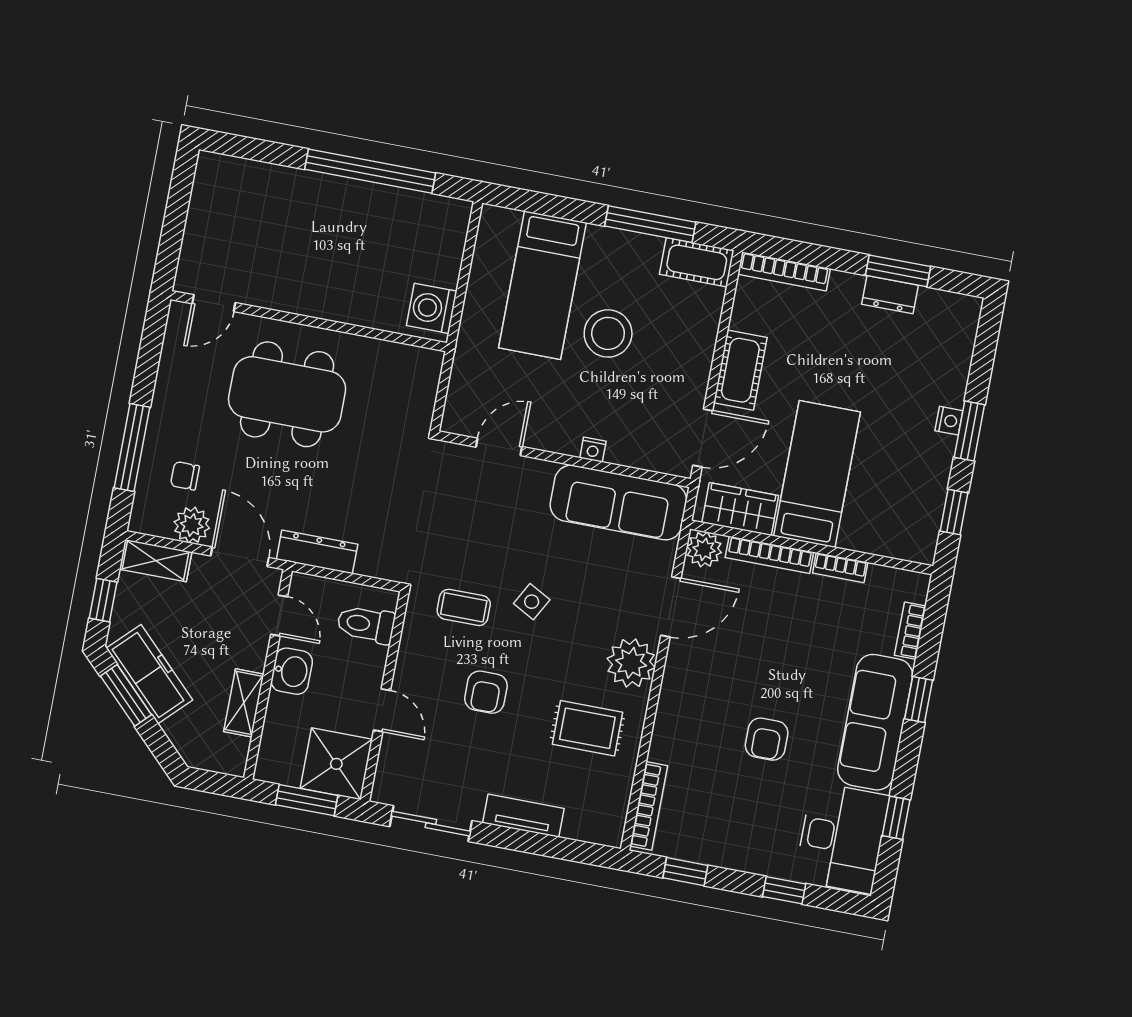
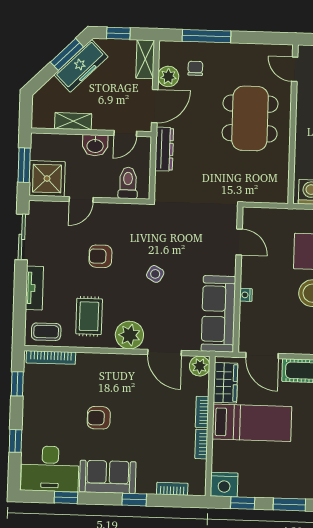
nightstand: (949, 421) -> (224, 485), moved, width x1.89, depth x1.79
bookcase: (769, 555) -> (202, 412), width x0.64
coffee table: (464, 607) -> (46, 332), moved, turned 90
sofa: (875, 722) -> (108, 477), width x0.73

